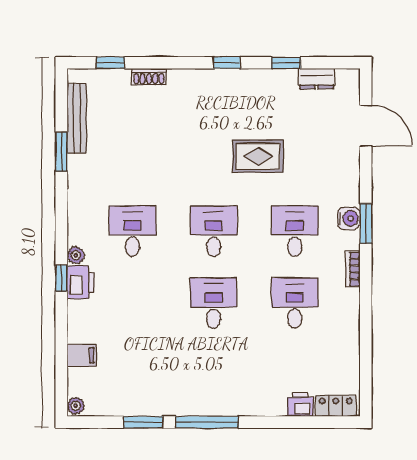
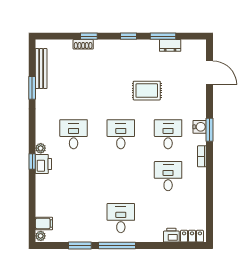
window: (110, 63) -> (89, 36), moved
window: (286, 63) -> (163, 36), width x1.50
dresser: (317, 79) -> (170, 45), moved
desk: (214, 303) -> (121, 218), moved
filing cabinet: (82, 355) -> (44, 223), moved

